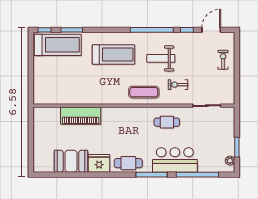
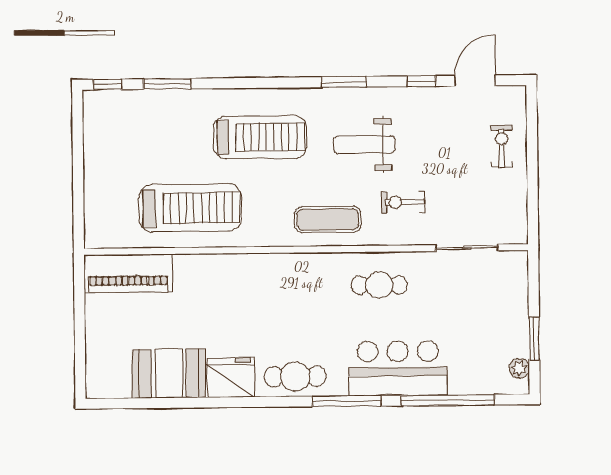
window: (152, 30) -> (344, 82), width x0.47
treadmill: (58, 45) -> (190, 208), moved
piano: (81, 116) -> (128, 274), moved

